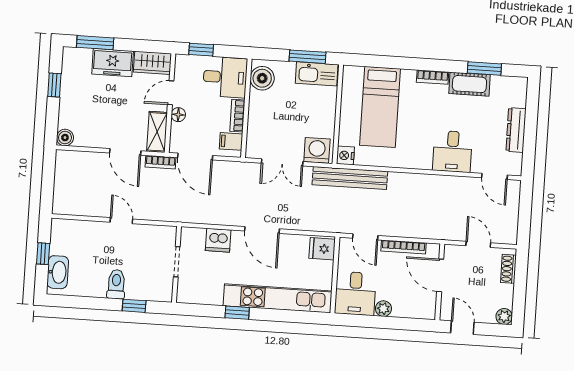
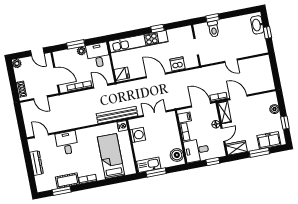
window: (95, 43) -> (259, 152), moved
freezer: (113, 63) -> (269, 140), moved
boiler: (65, 138) -> (274, 109), moved
washing machine: (317, 150) -> (138, 135), moved, turned -90
toilet: (116, 284) -> (214, 29), moved
window: (390, 323) -> (76, 44), added

